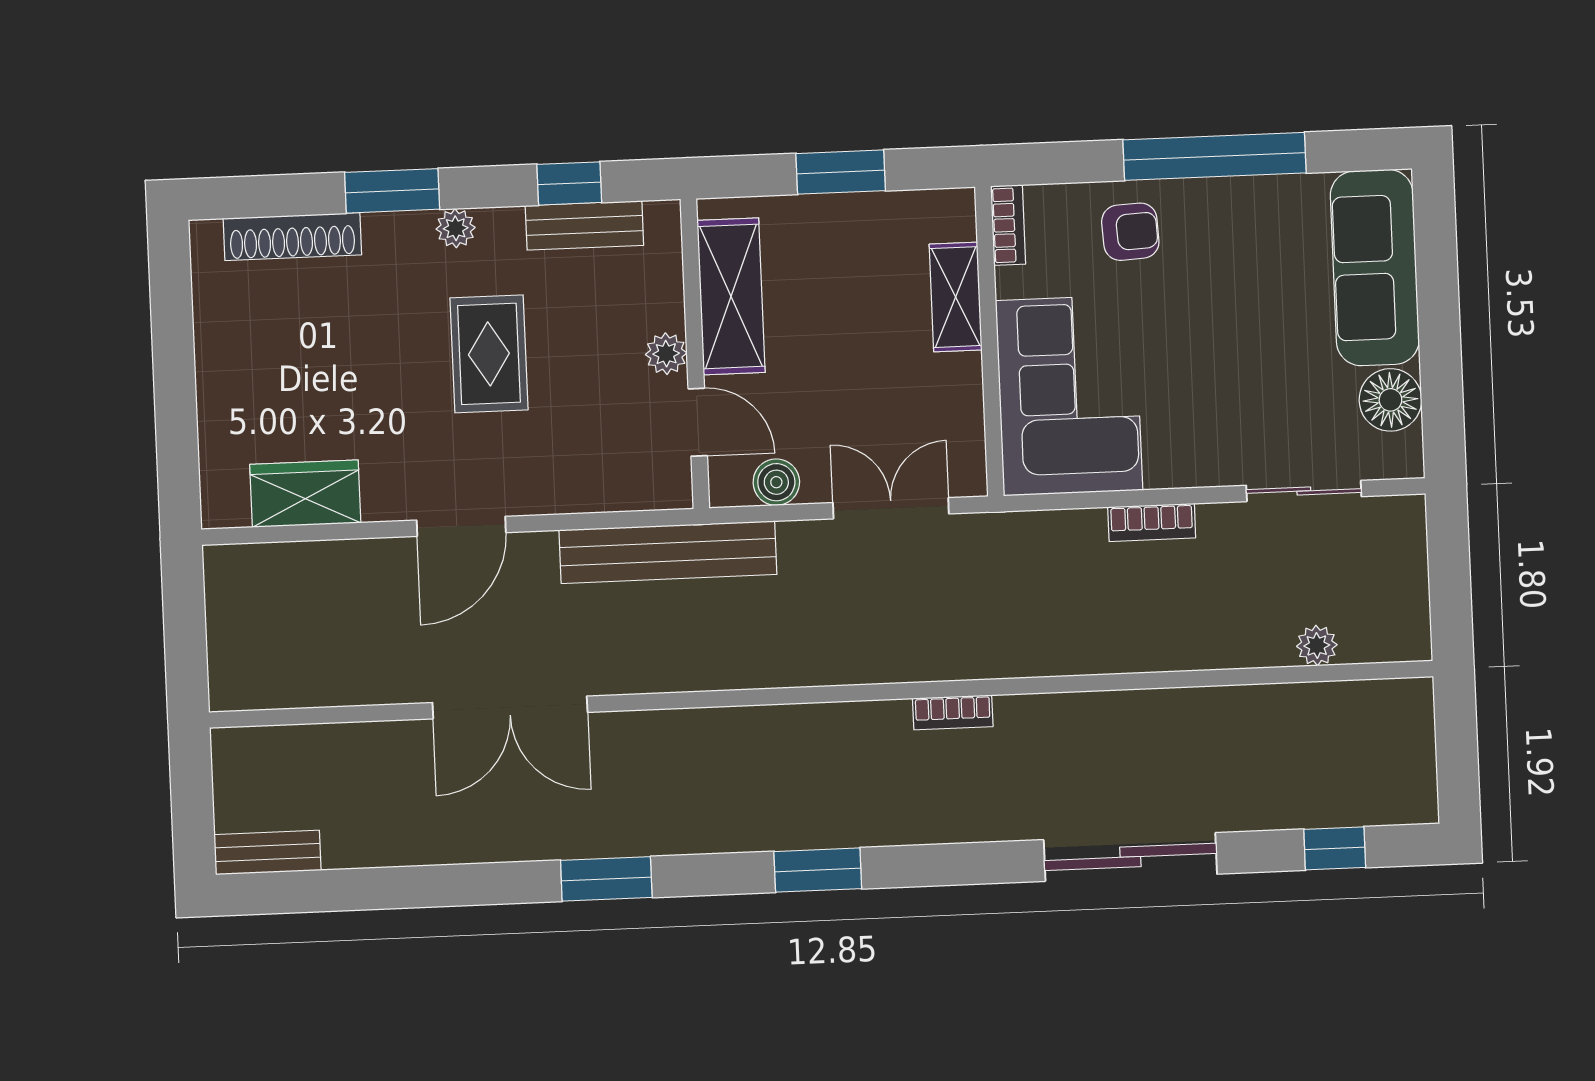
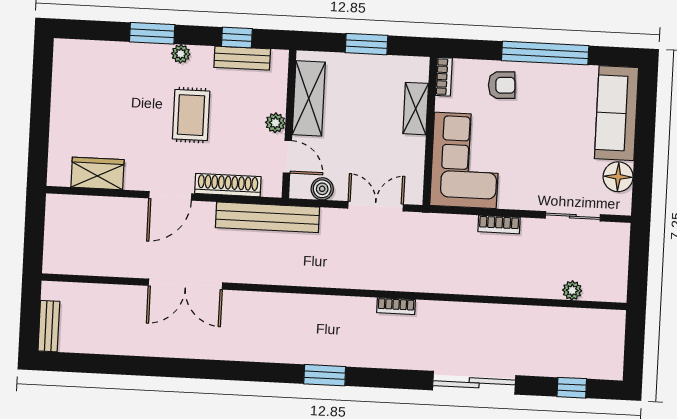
shoe rack: (292, 237) -> (228, 185), moved, turned 180
bench: (268, 853) -> (49, 326), moved, turned 90
window: (606, 879) -> (224, 370), removed

